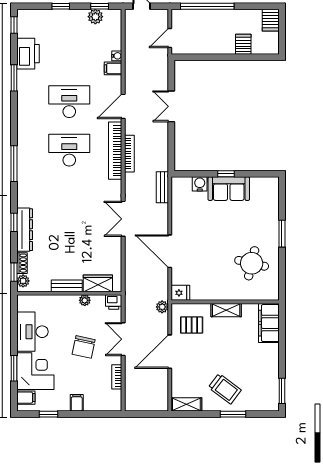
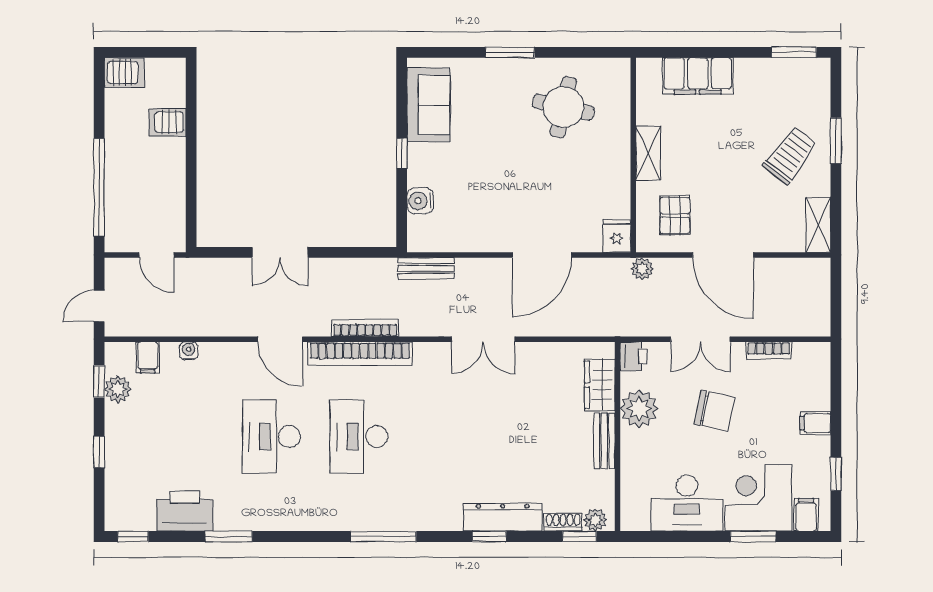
filing cabinet: (113, 68) -> (148, 357), moved
sofa: (229, 189) -> (428, 105), moved
plant: (85, 300) -> (639, 409), width x1.88, depth x1.88
filing cabinet: (269, 323) -> (698, 76), moved

